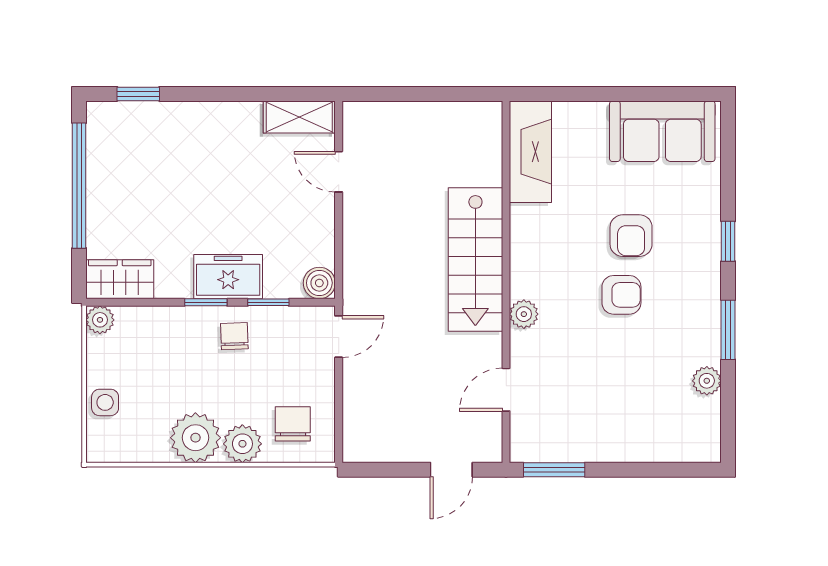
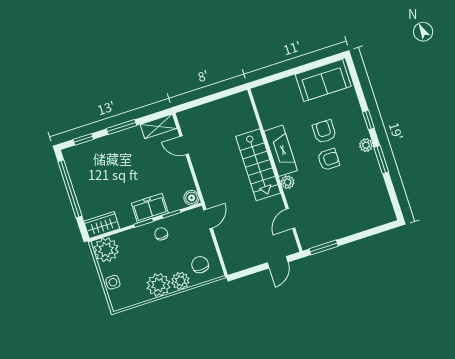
window: (224, 94) -> (122, 127), added
fireplace: (530, 152) -> (281, 151), moved
armchair: (631, 236) -> (324, 132), turned 180
plant: (100, 320) -> (106, 250), width x1.87, depth x1.87
plant: (707, 381) -> (366, 145), moved

